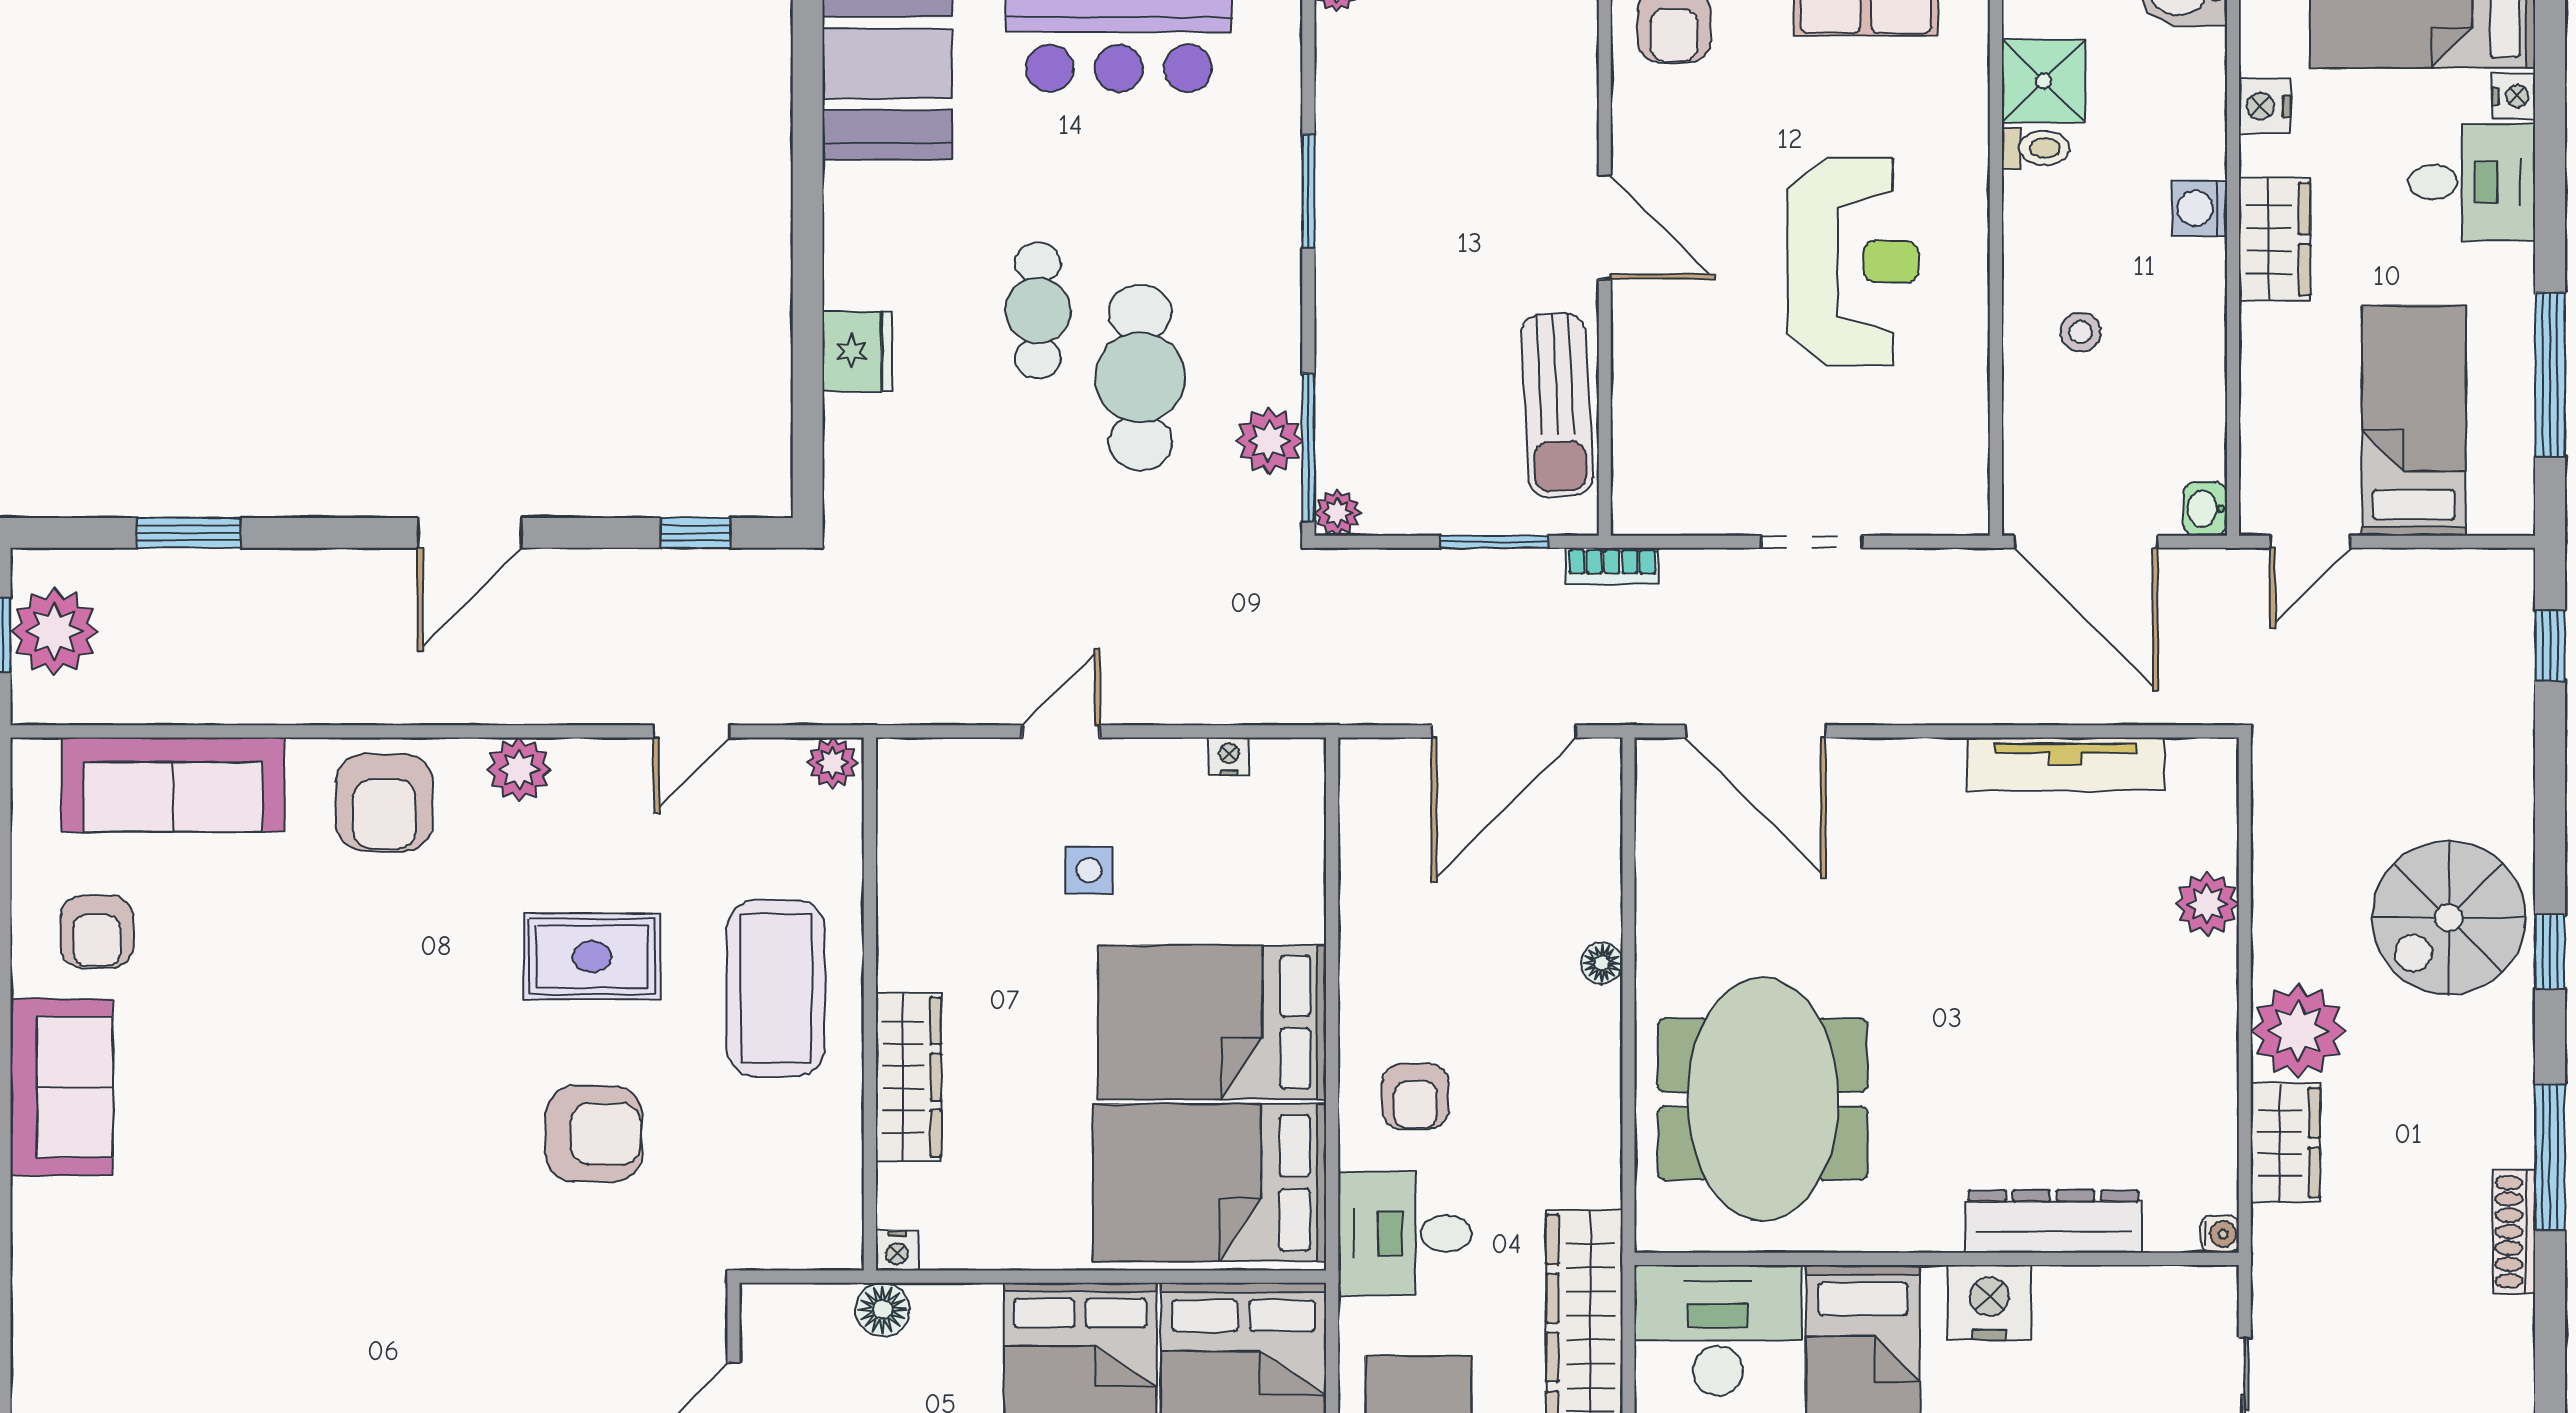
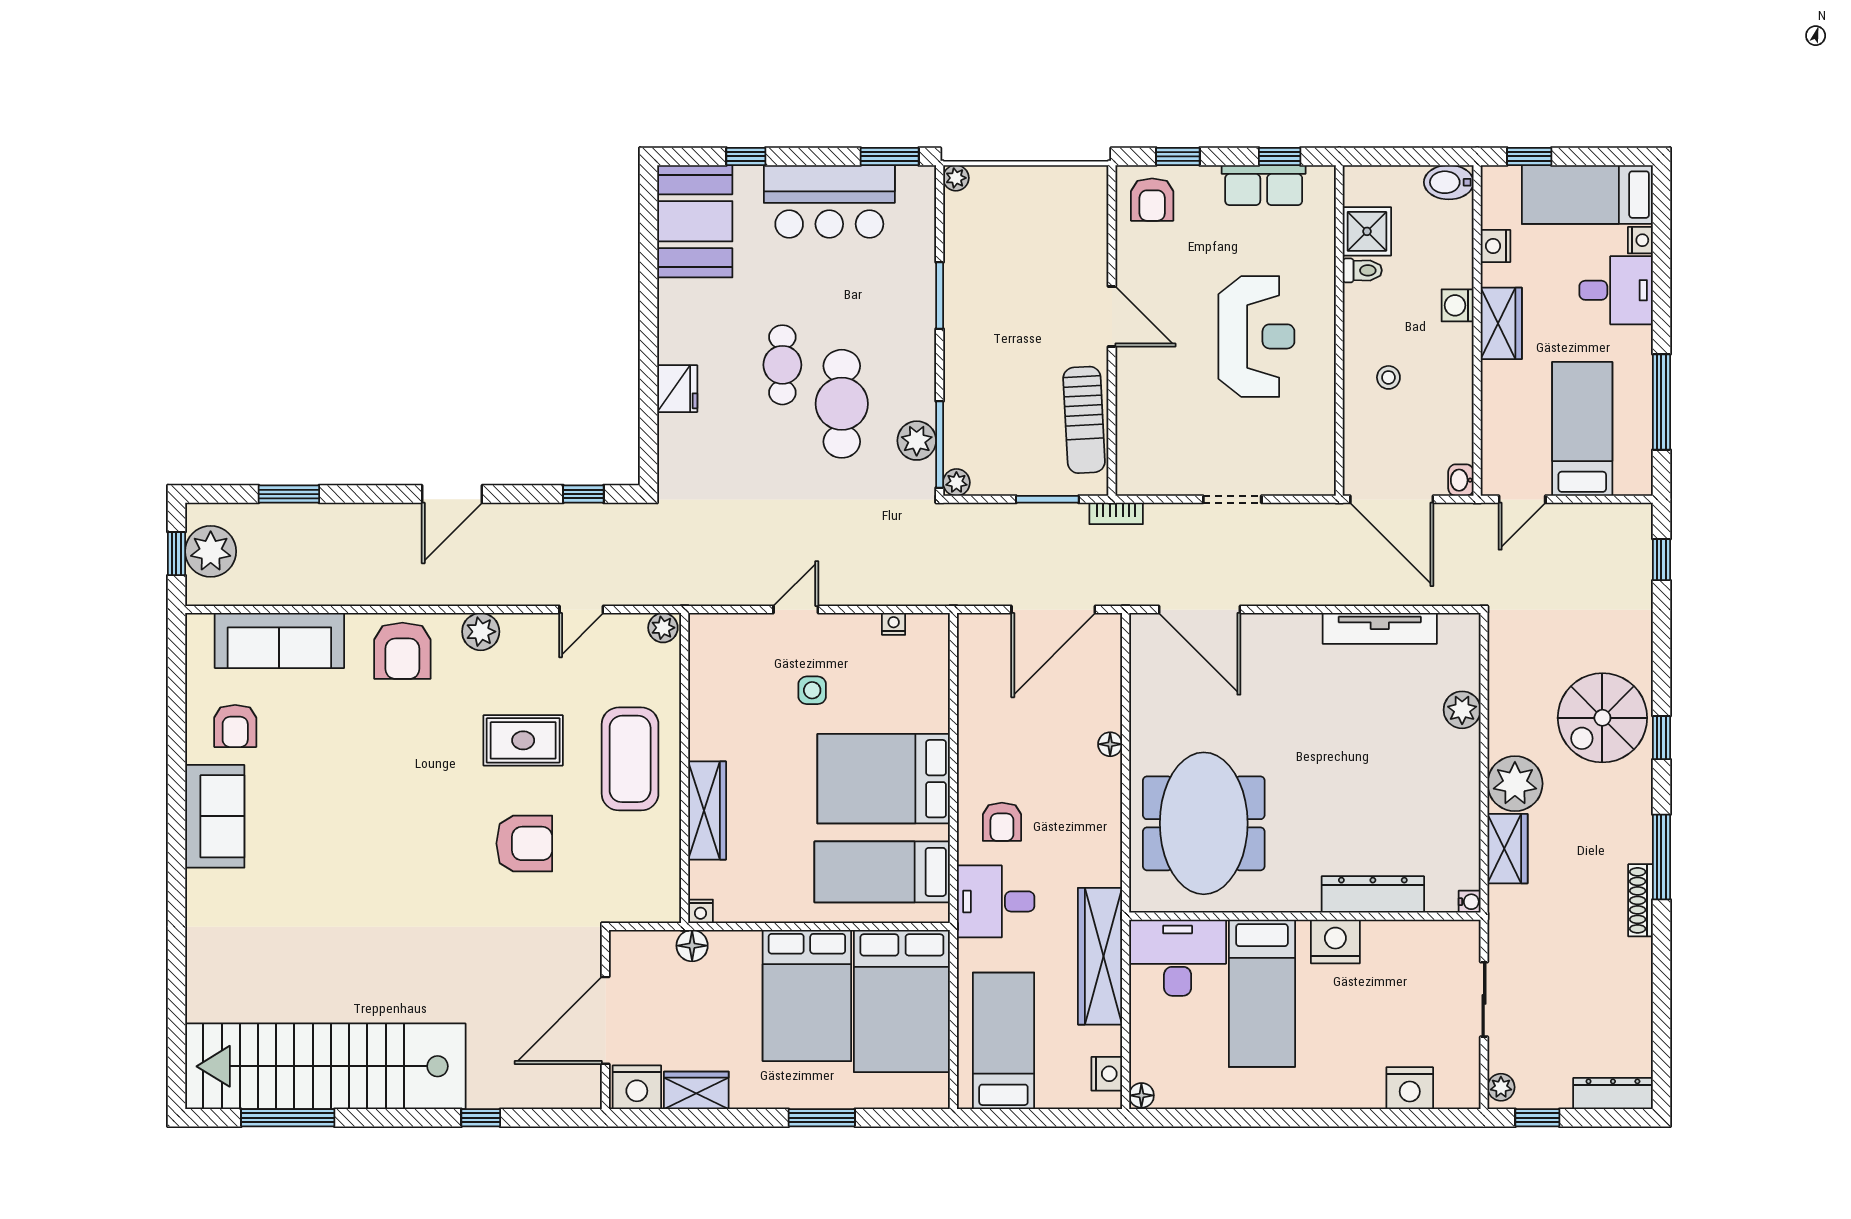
bed: (1210, 1183) -> (882, 872), width x0.67

